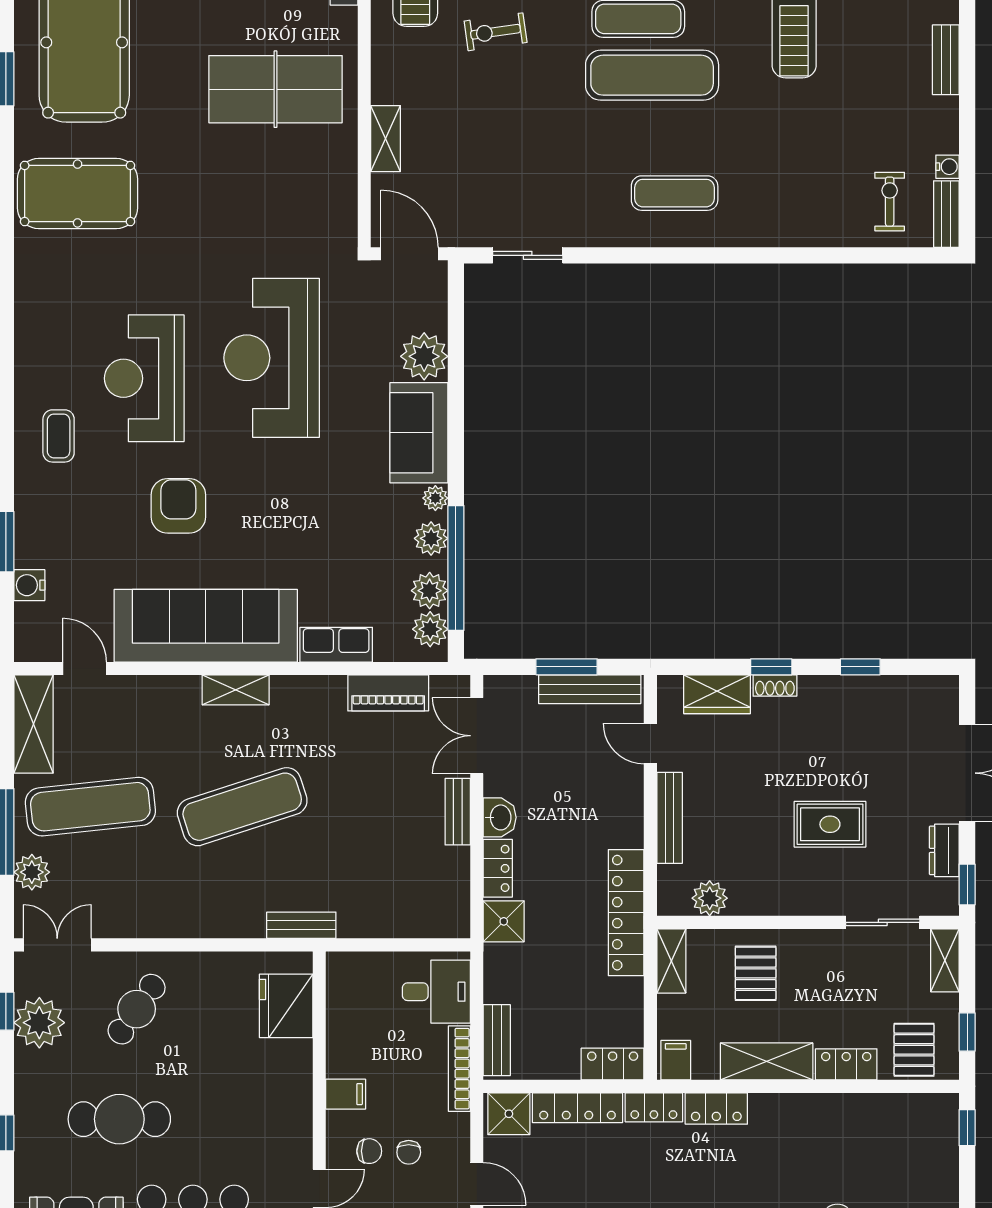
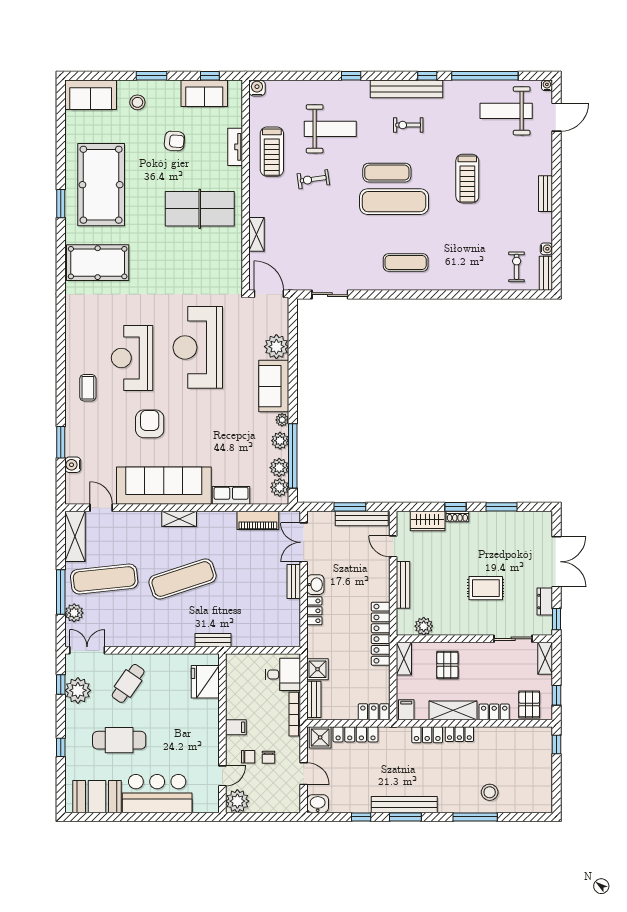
window: (860, 667) -> (501, 507), width x1.50
shower: (504, 921) -> (318, 669), moved
locker: (654, 1107) -> (459, 734), moved

